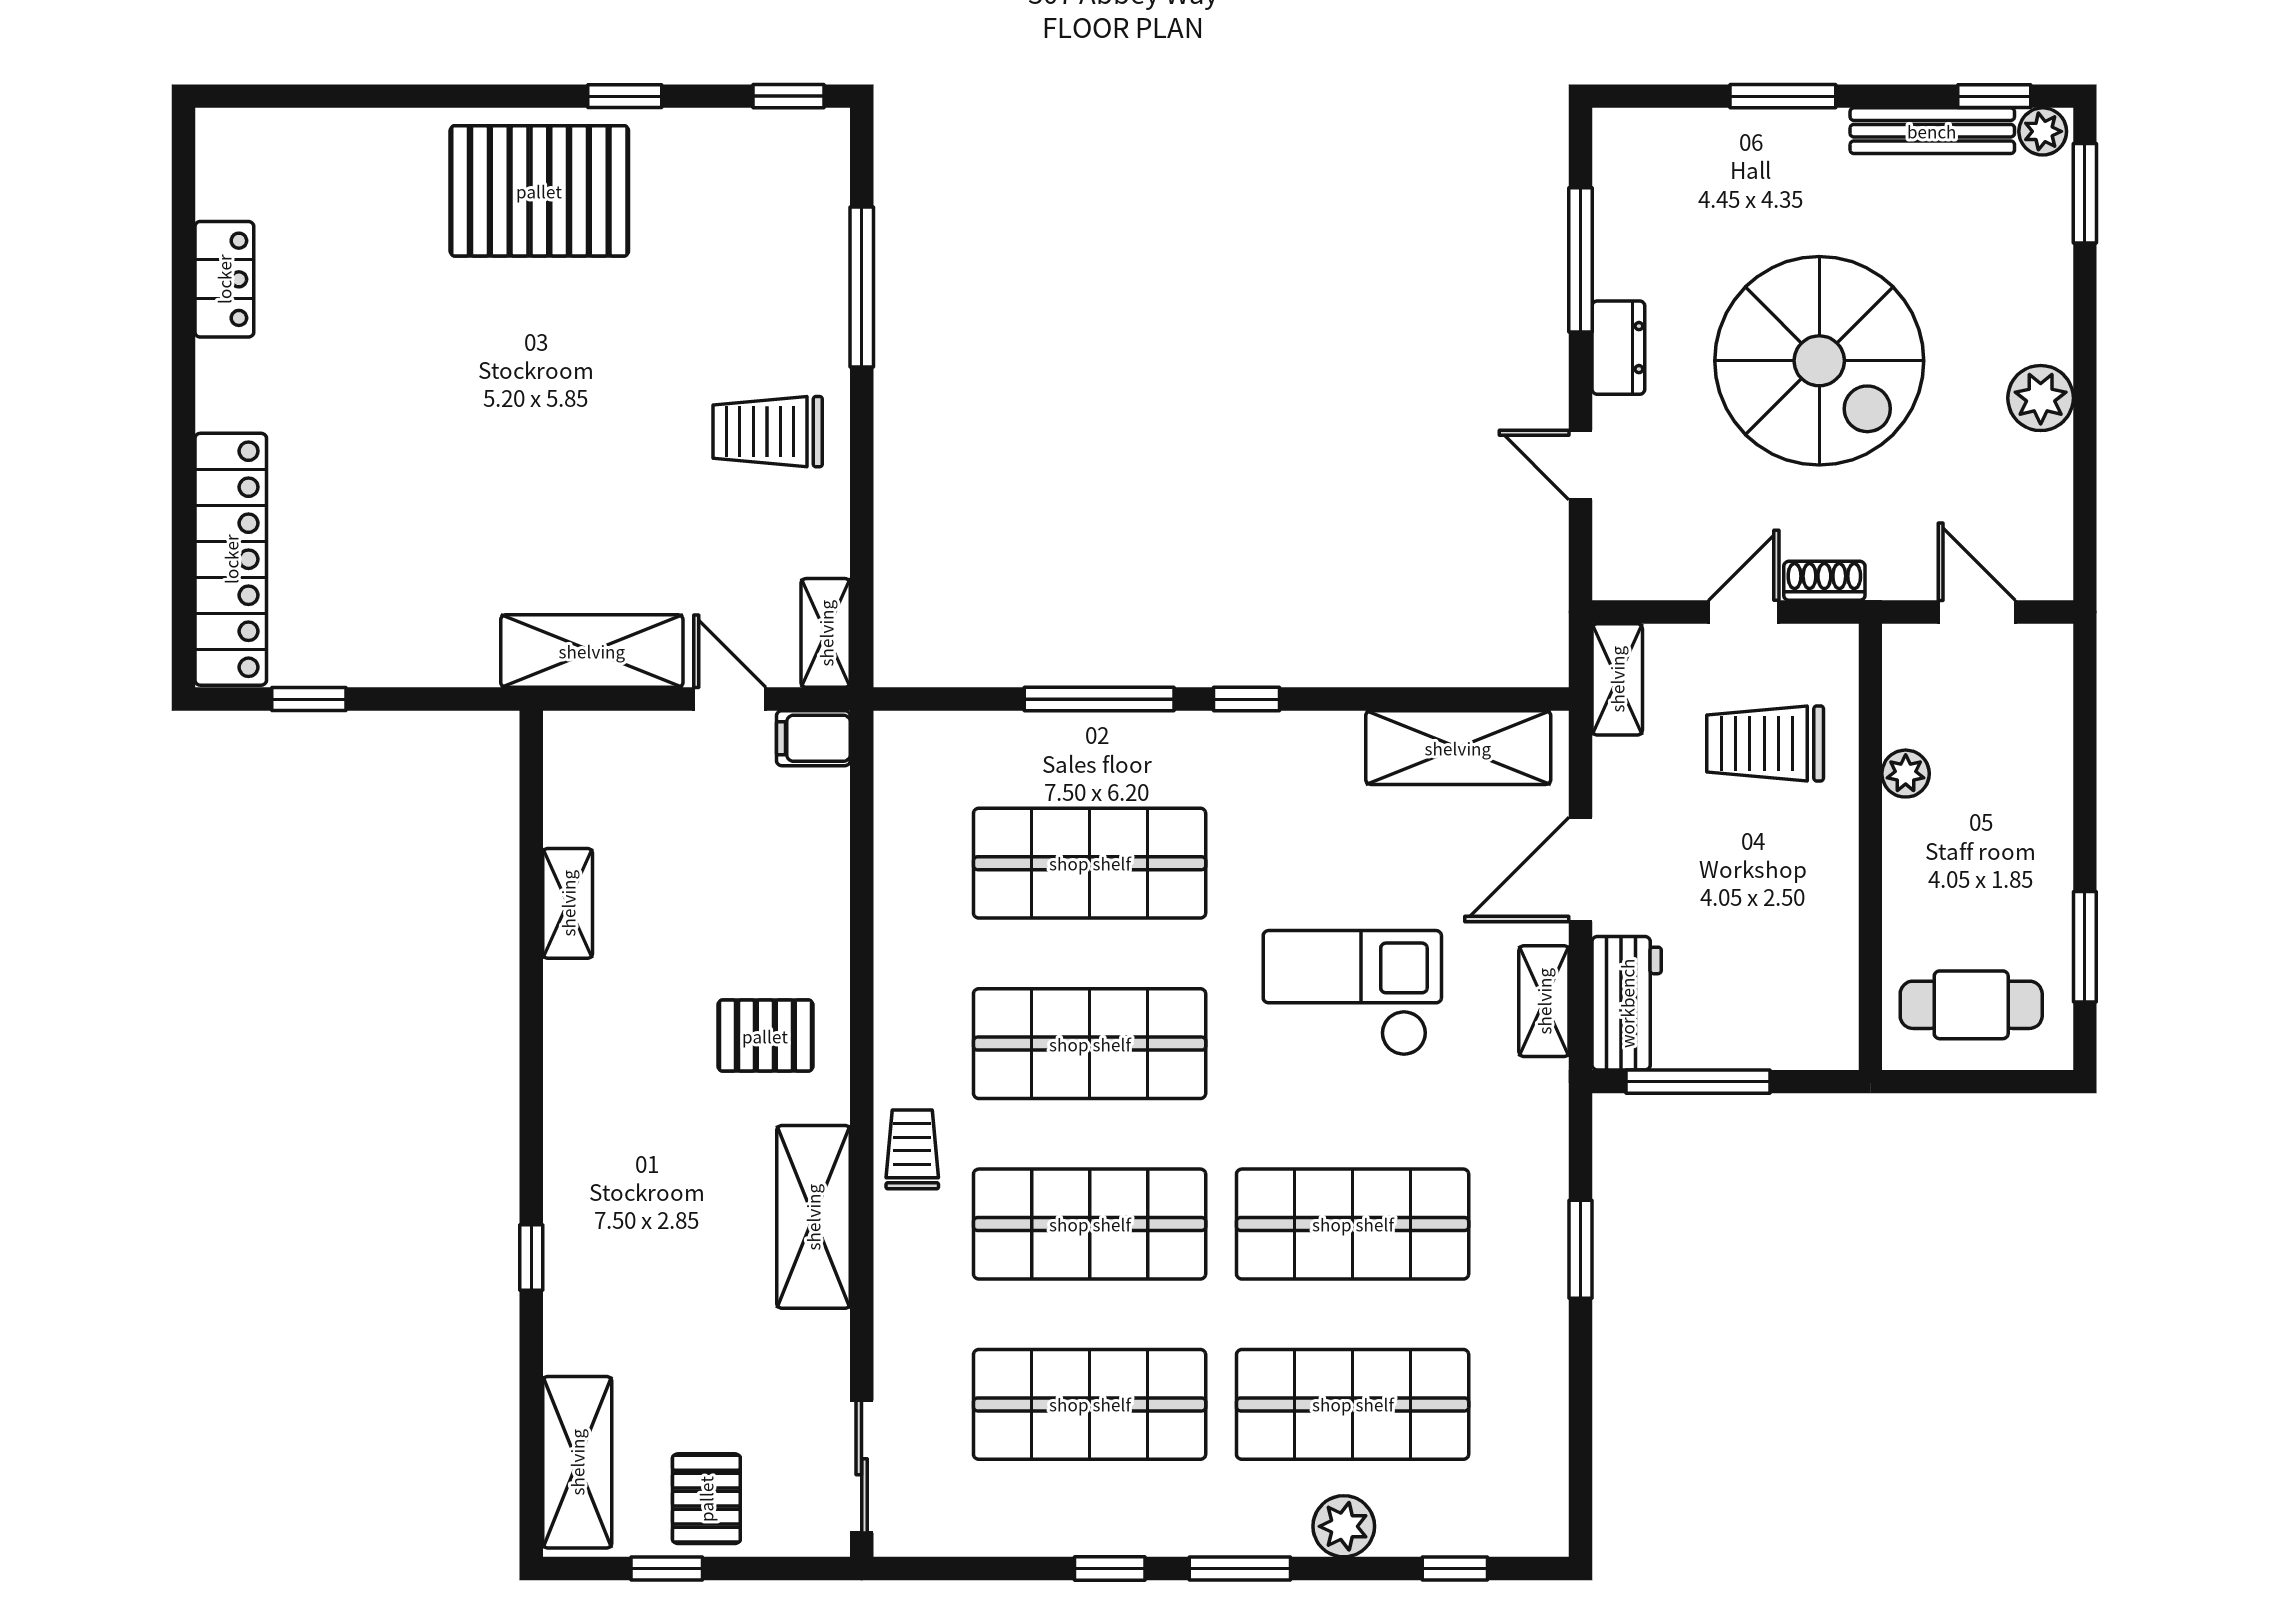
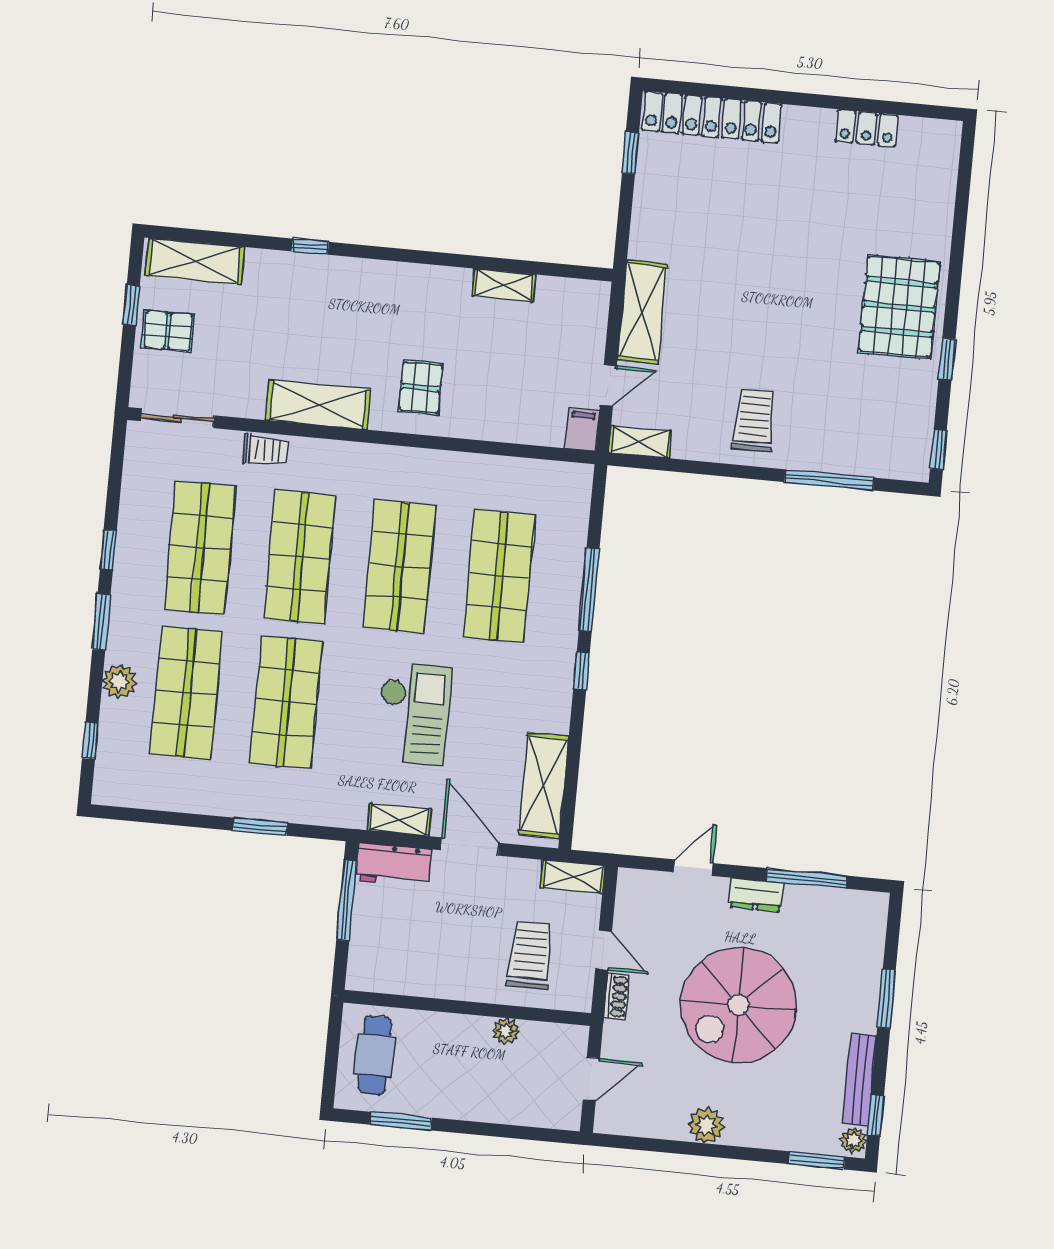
trolley: (912, 1149) -> (265, 450), moved

